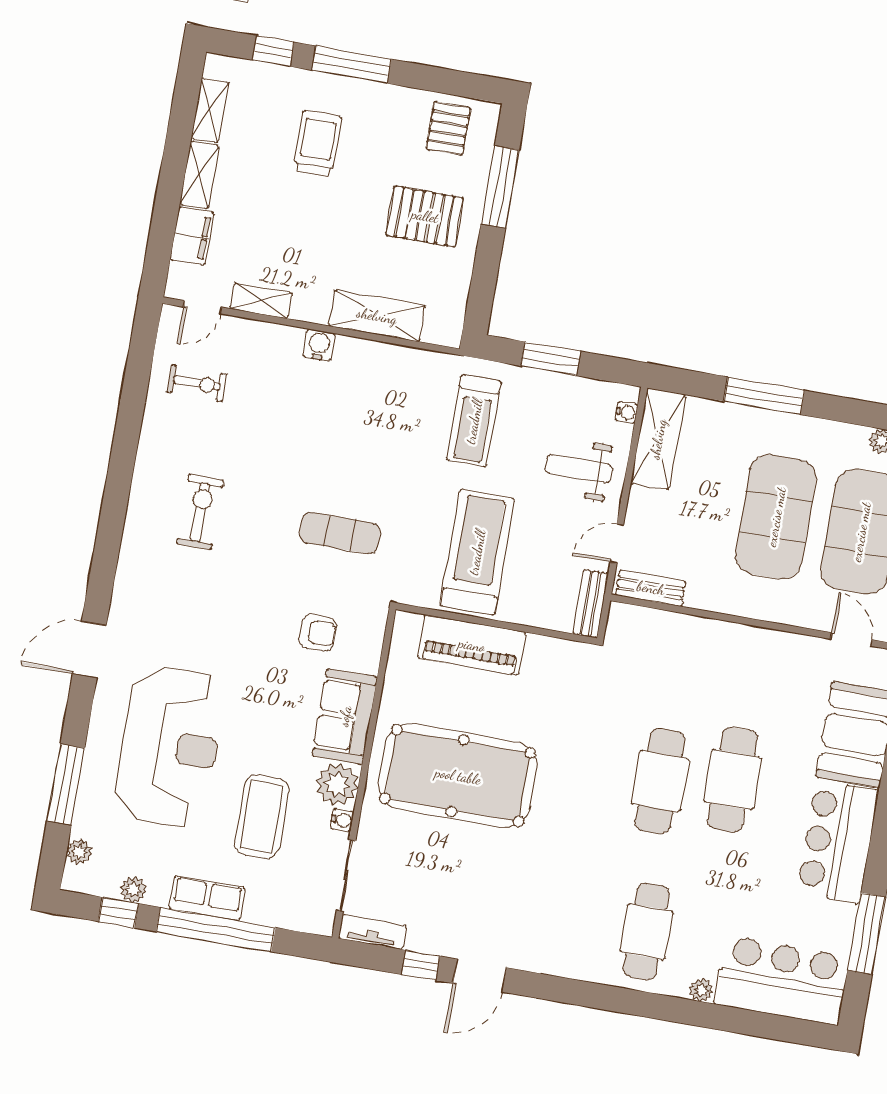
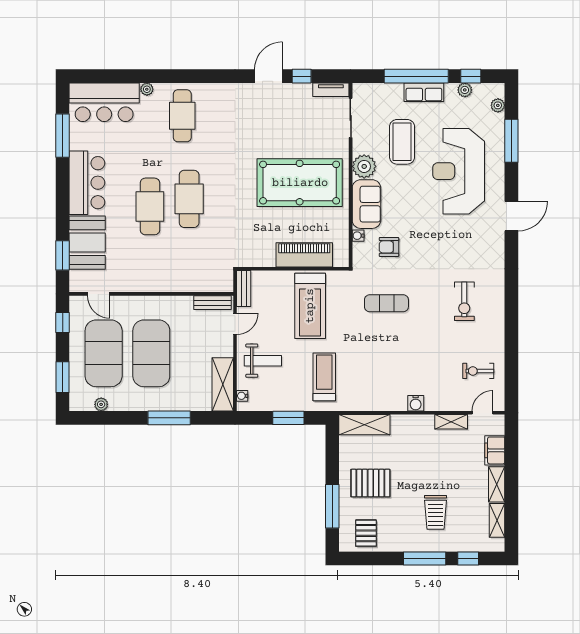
shelving: (377, 316) -> (364, 425), moved
water cooler: (342, 820) -> (358, 236), moved

